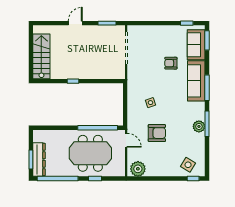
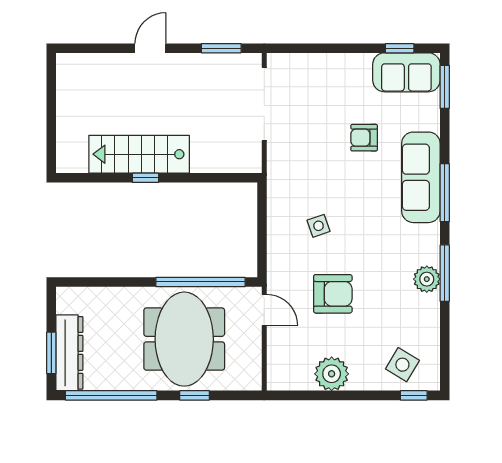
sofa: (196, 45) -> (406, 72), moved, turned -90
stairs: (41, 56) -> (139, 154), moved, turned -90
meeting table: (90, 153) -> (184, 339), turned 90
plant: (138, 169) -> (332, 374), moved

